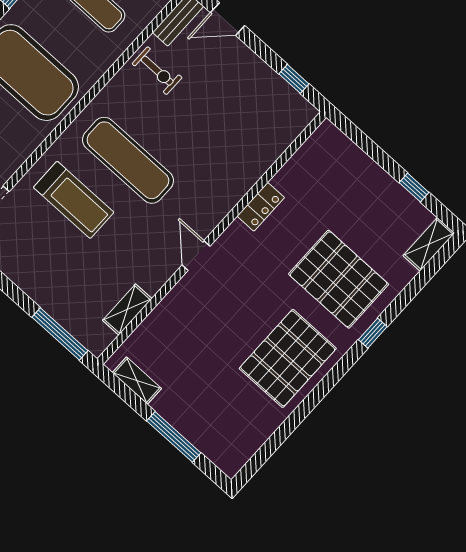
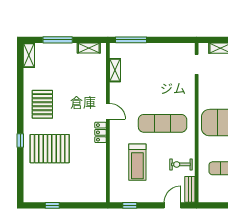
treadmill: (74, 200) -> (137, 162), moved, turned -90
locker: (261, 207) -> (100, 132), moved
shelving: (429, 244) -> (29, 55), moved
pallet: (288, 358) -> (42, 104), width x0.73, depth x0.71

